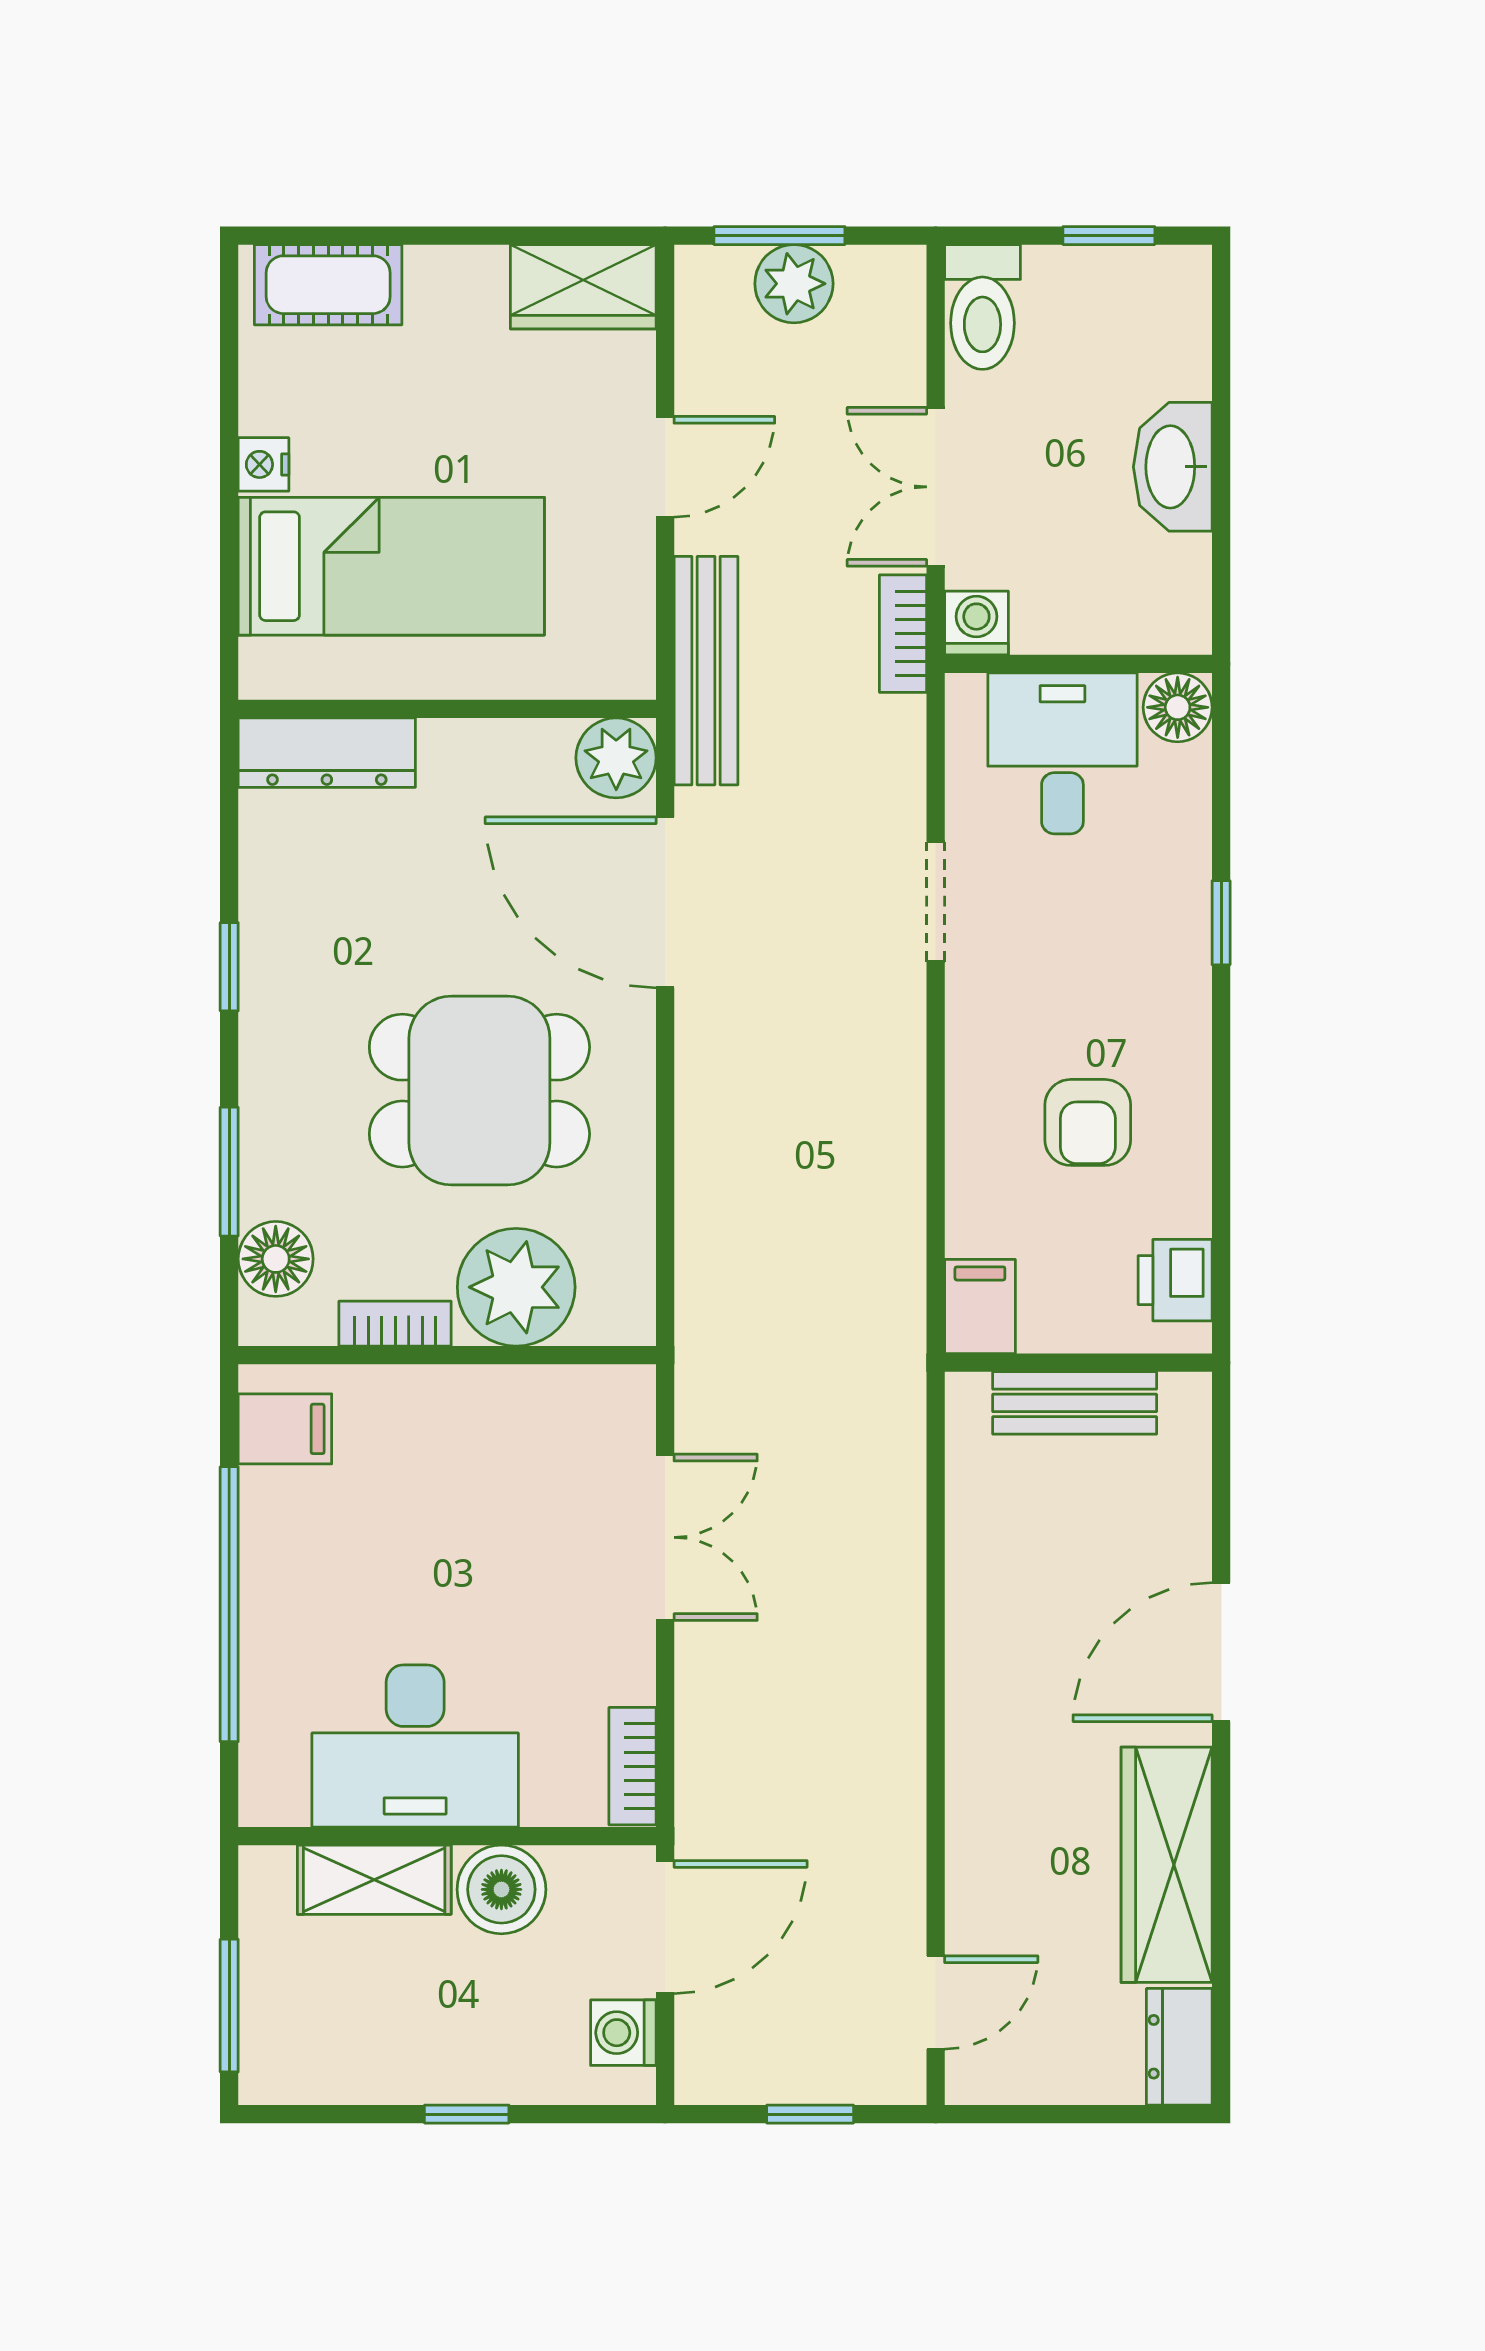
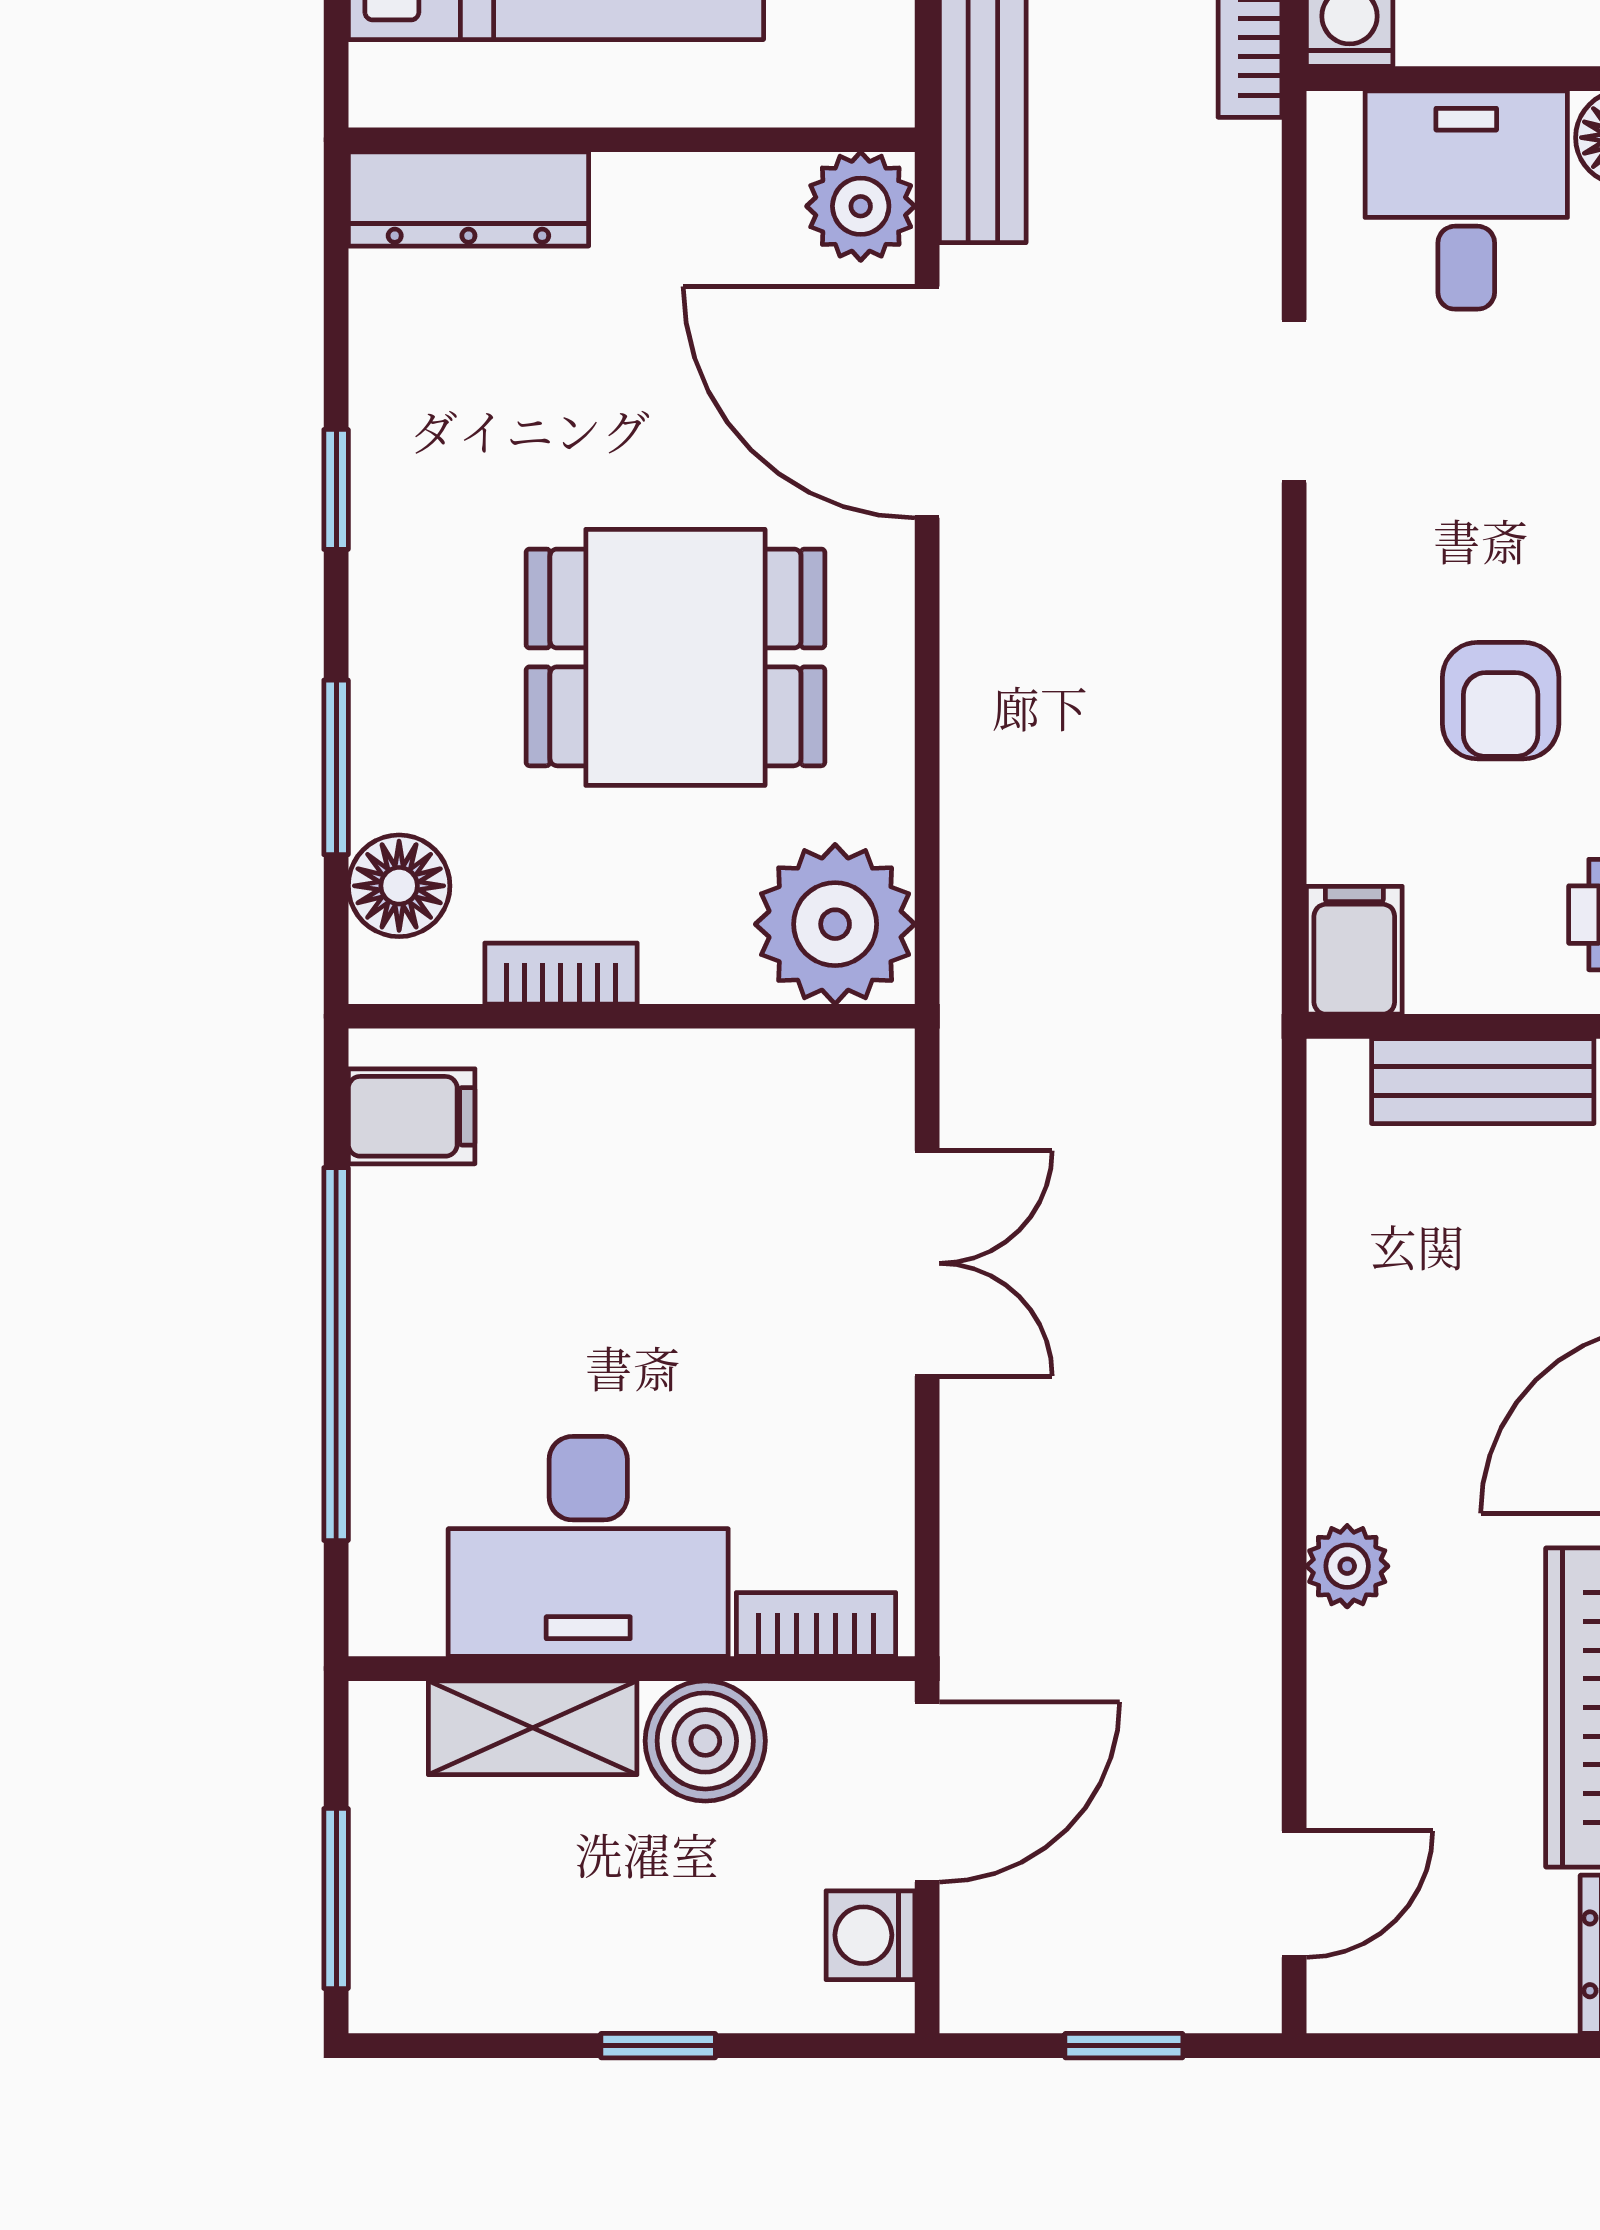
plant: (516, 1287) -> (835, 924), moved
plant: (975, 1761) -> (1347, 1566), added
bookcase: (633, 1766) -> (816, 1624), moved, turned 90

